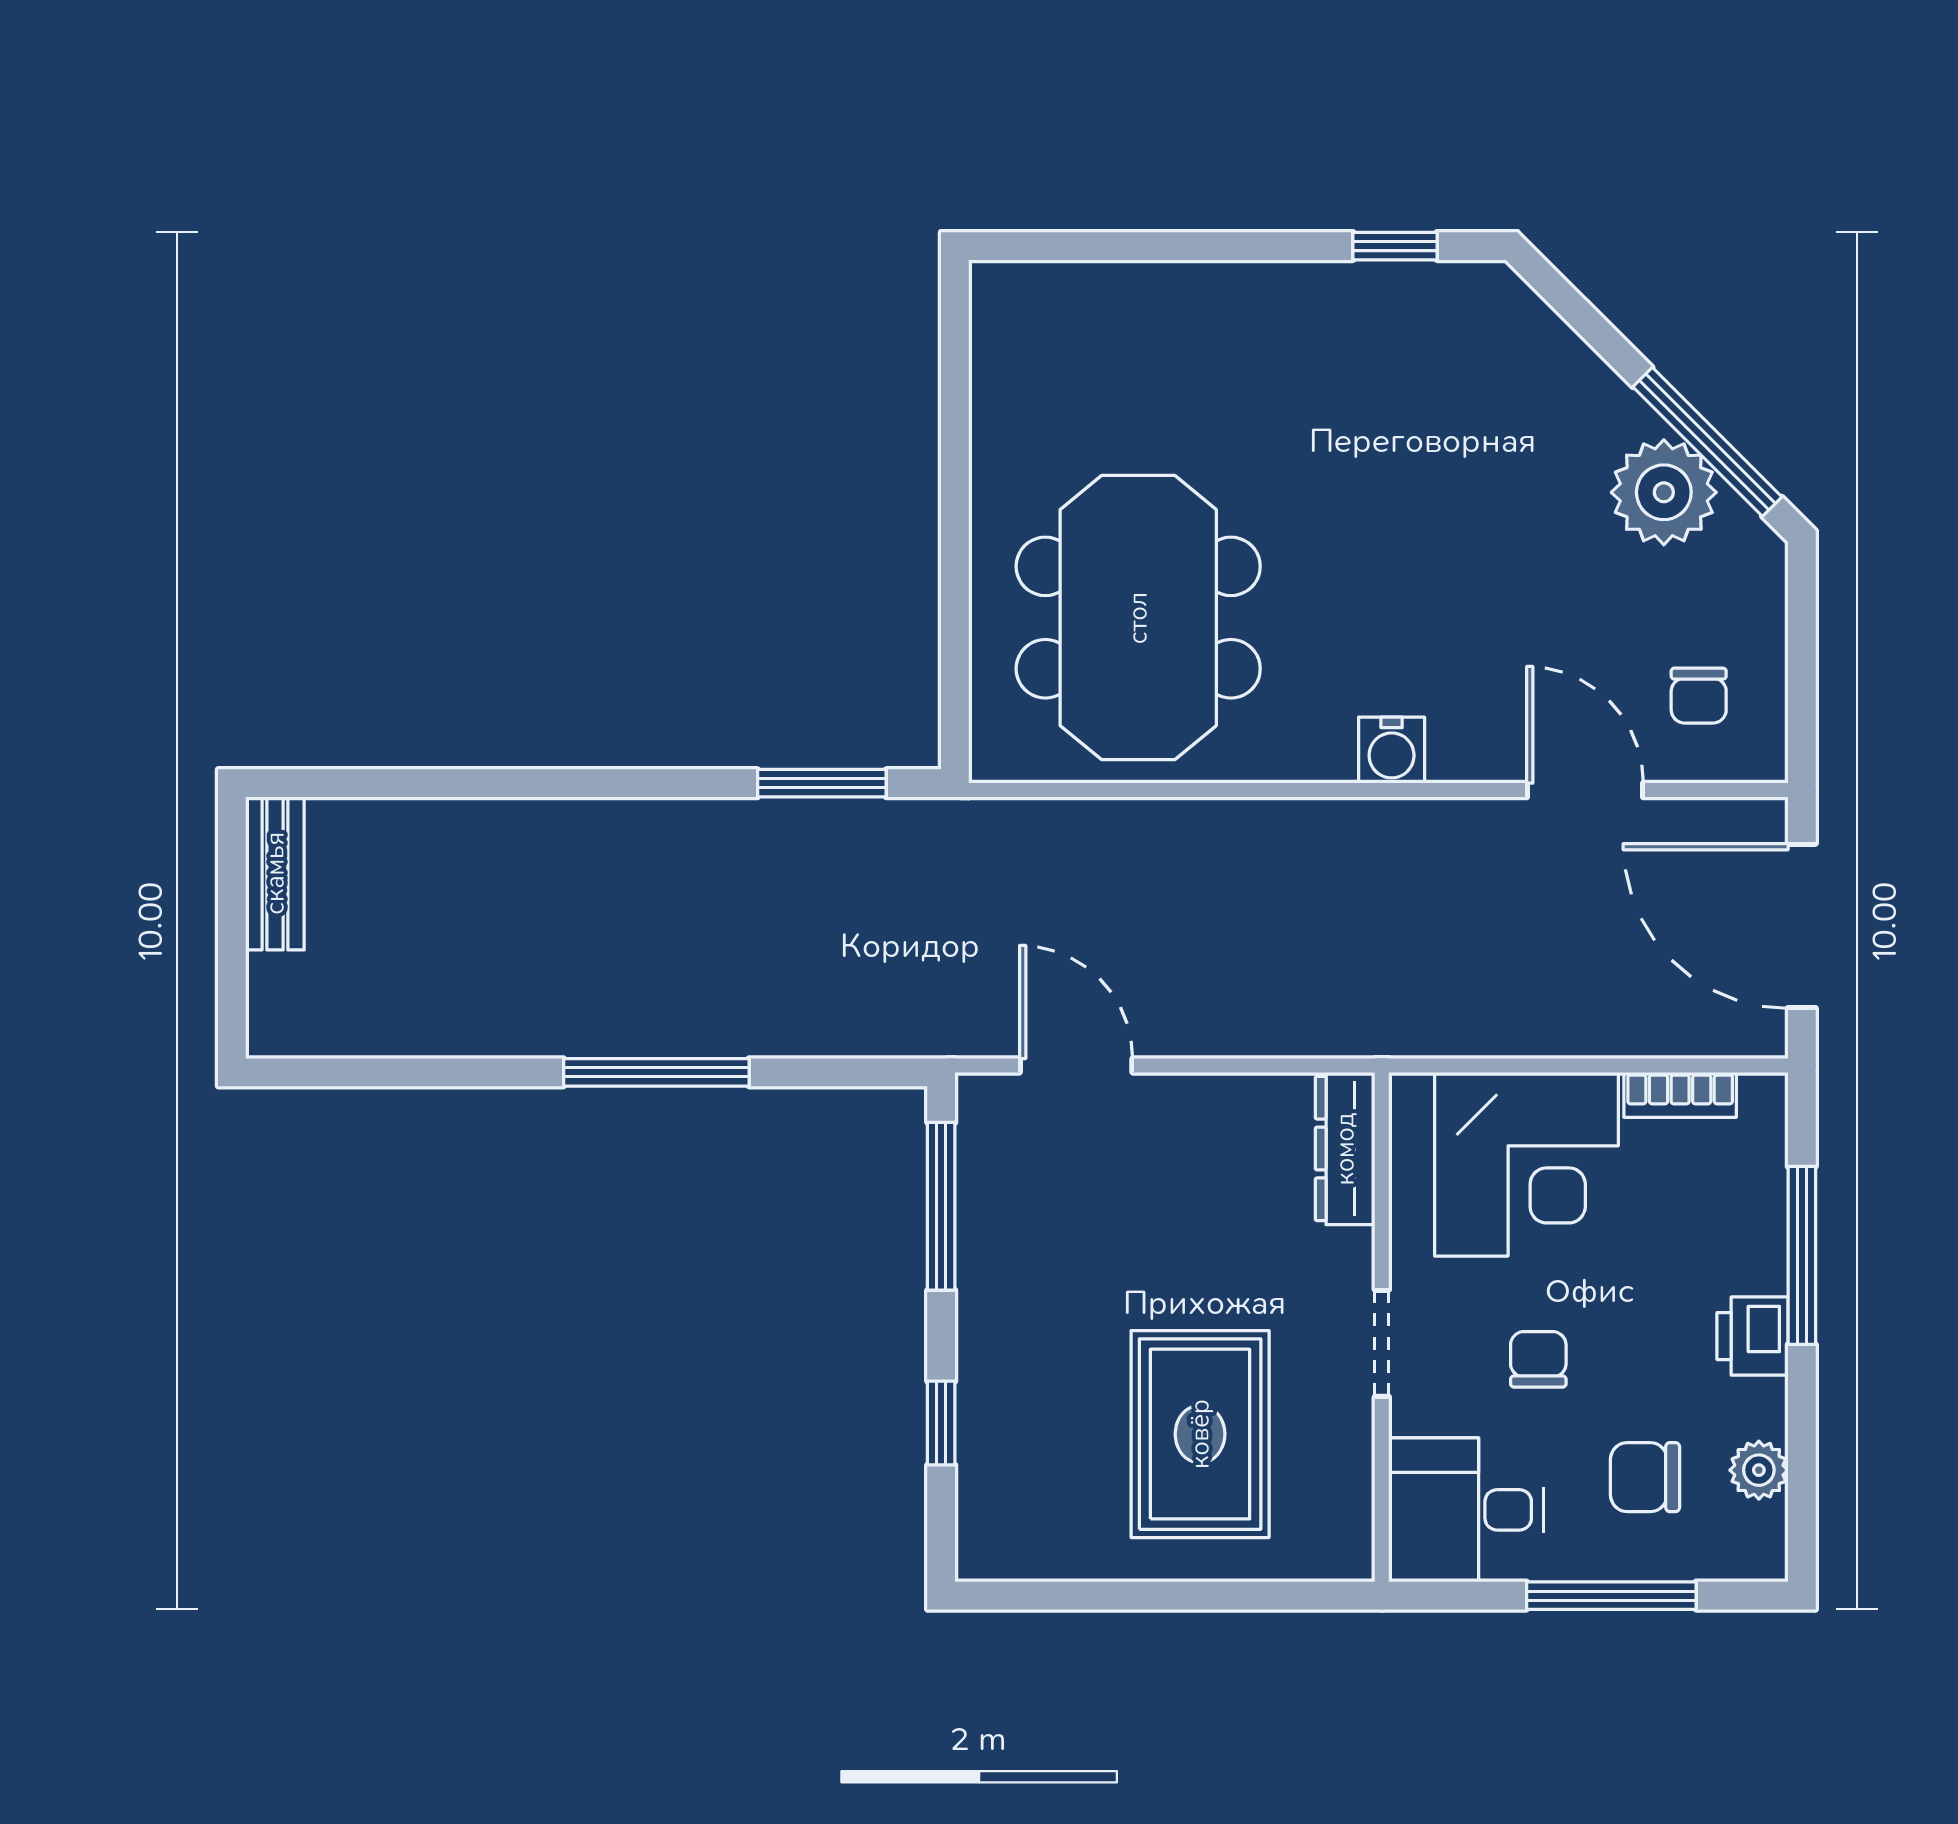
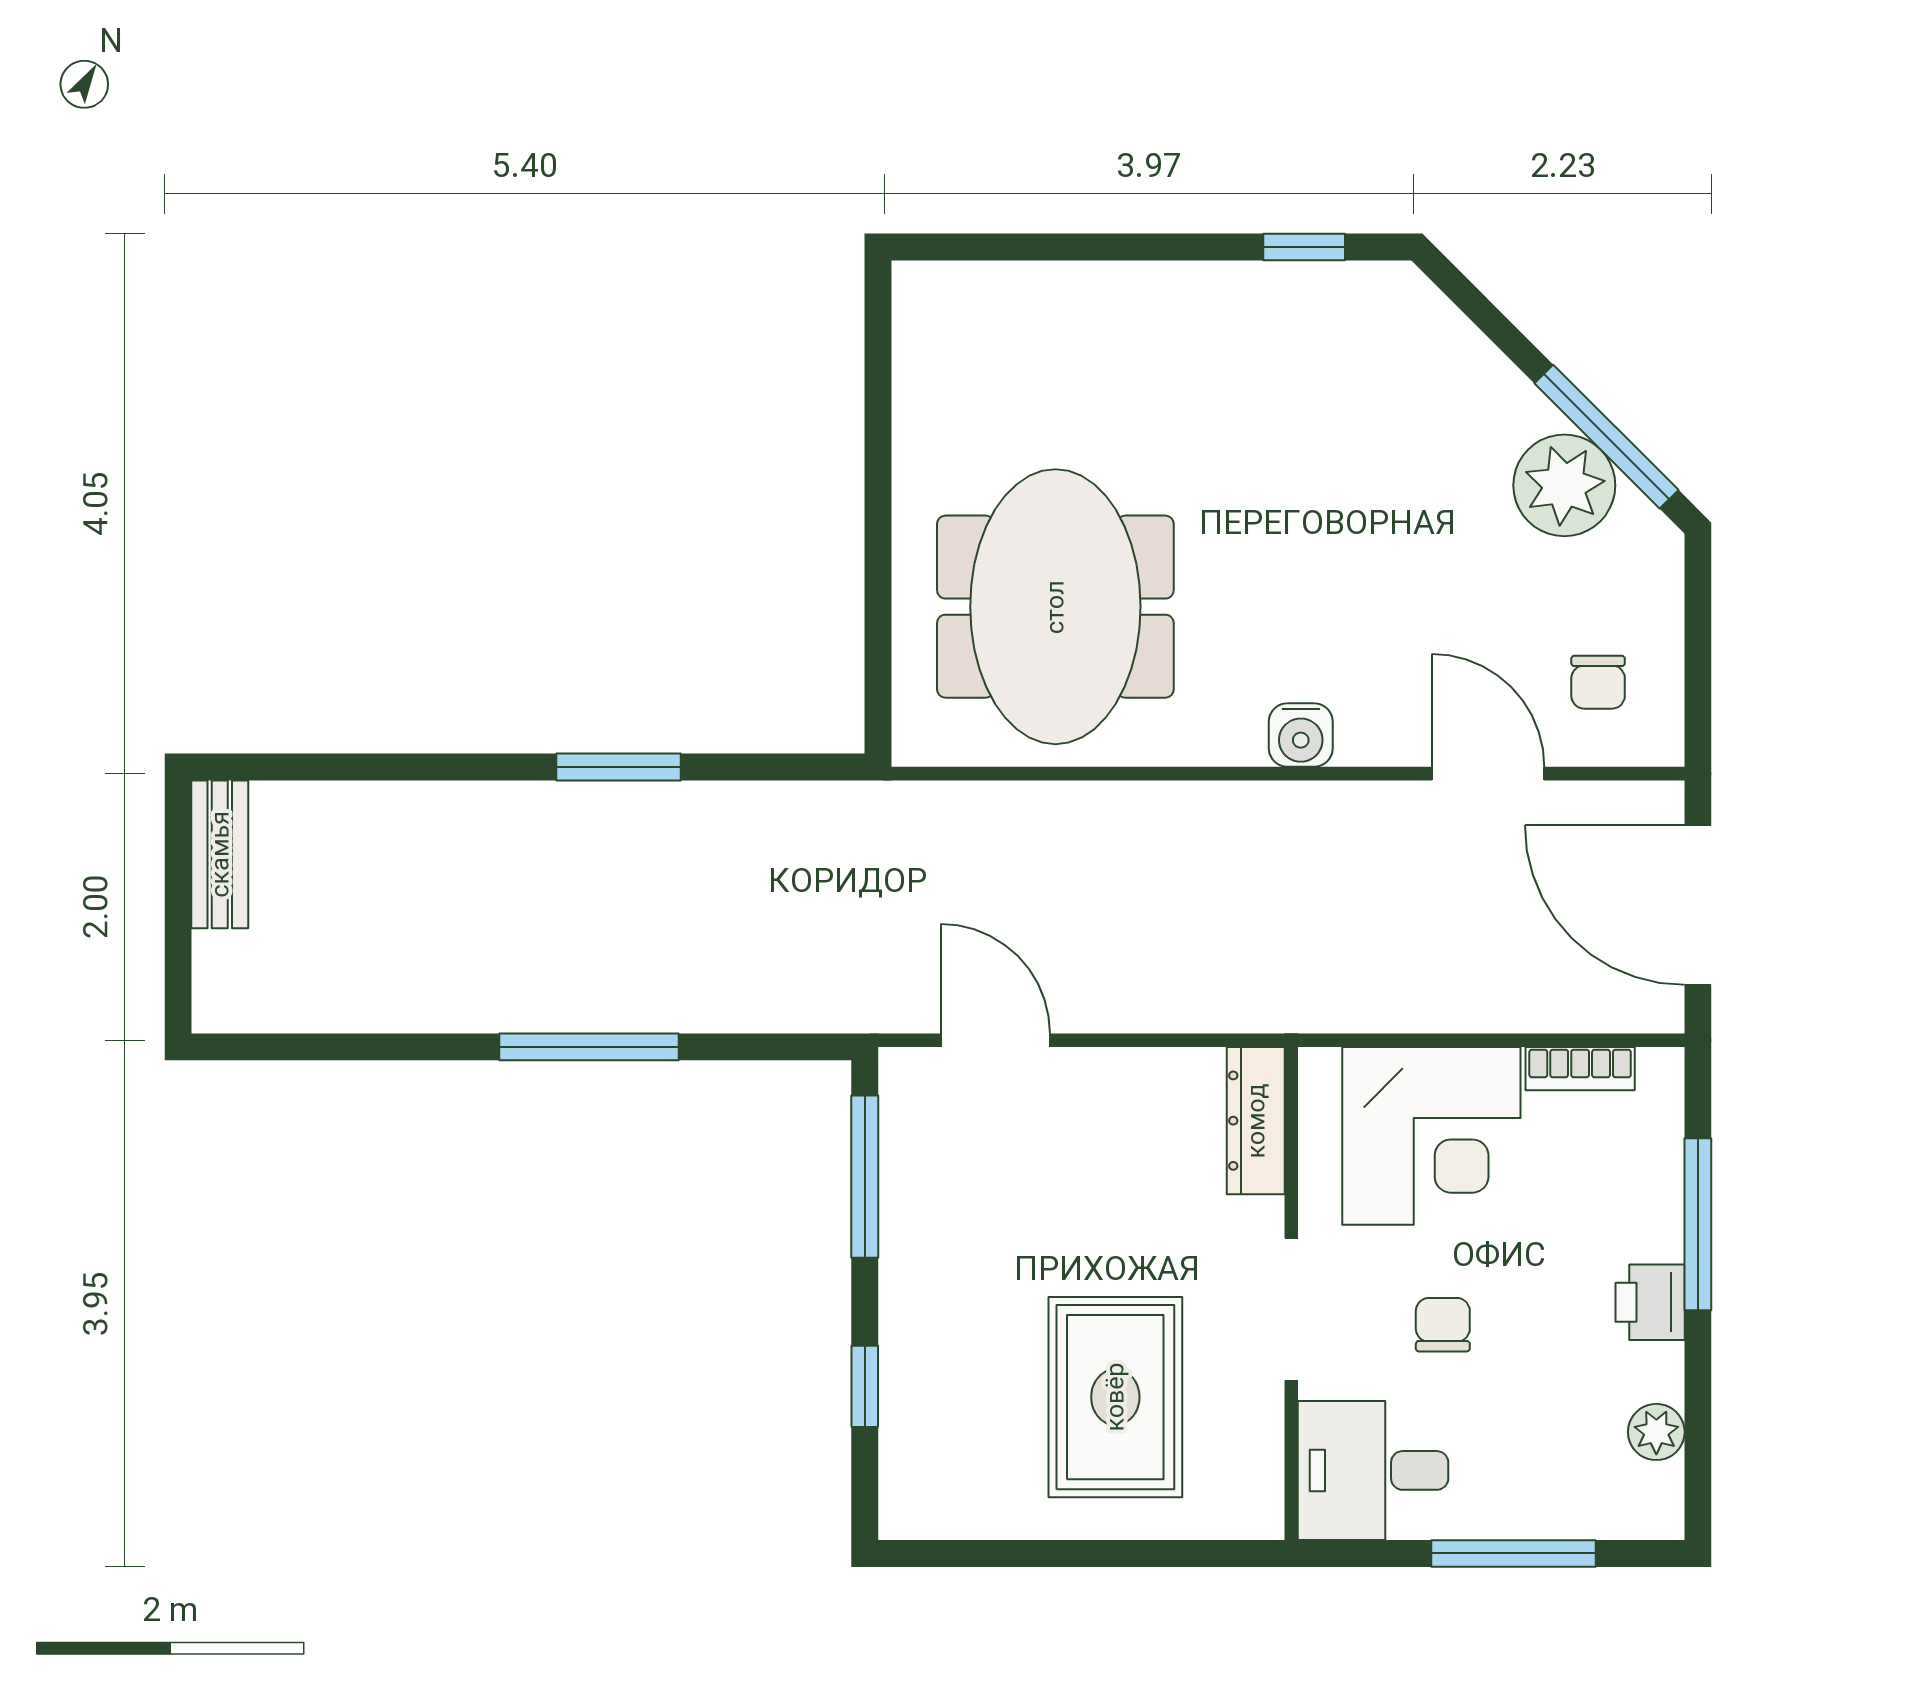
window: (822, 783) -> (619, 767), moved
doorway: (1382, 1343) -> (1291, 1309), width x1.38
chair: (1645, 1477) -> (1546, 1439), removed

